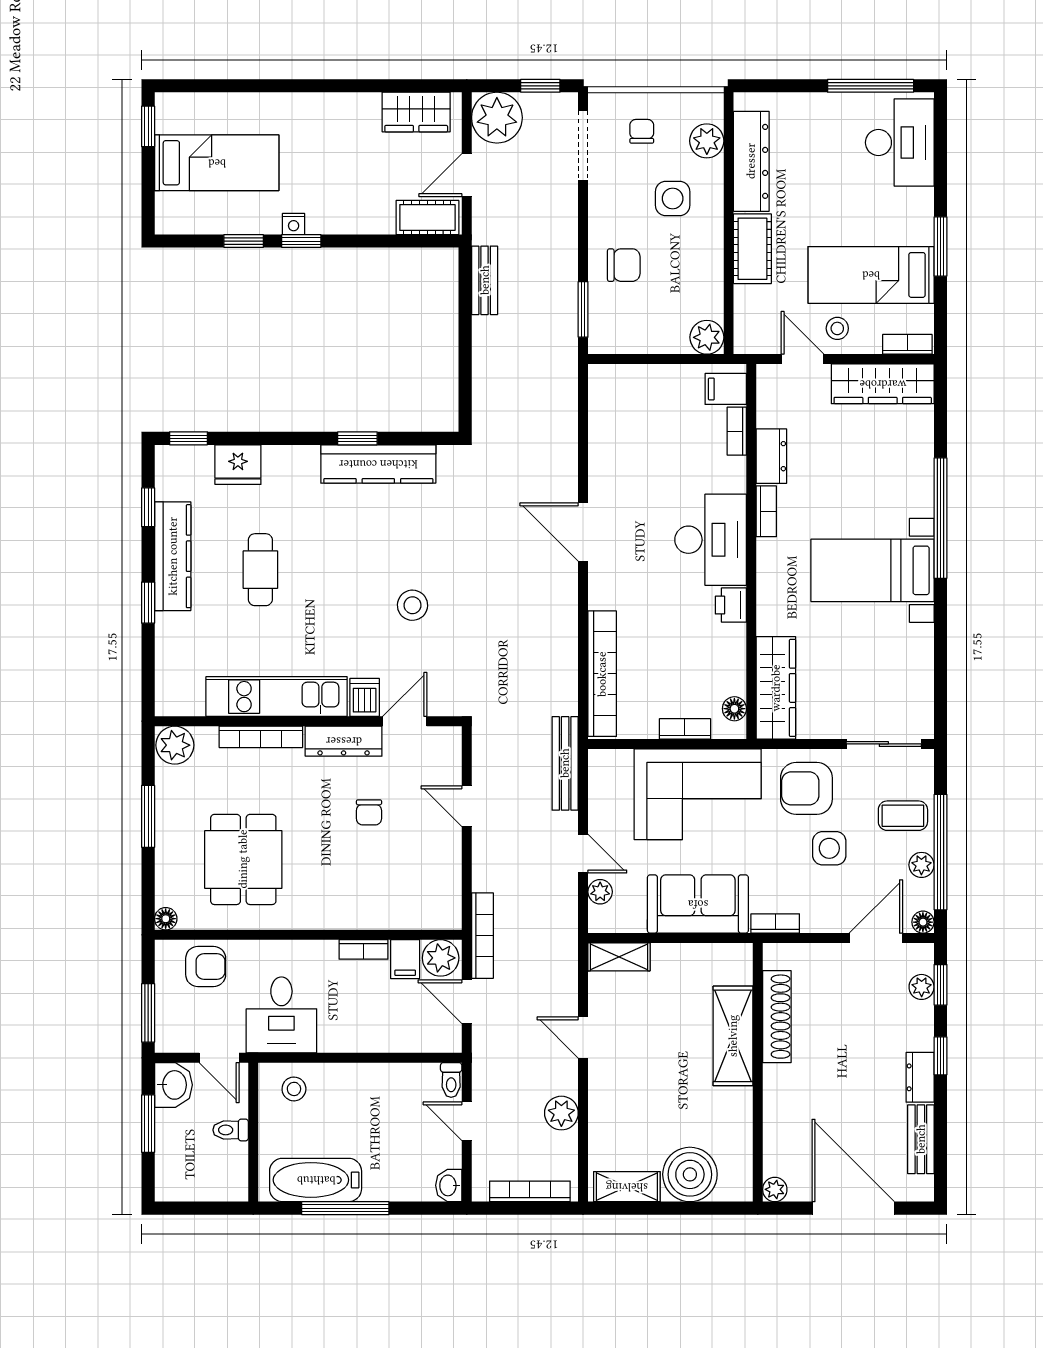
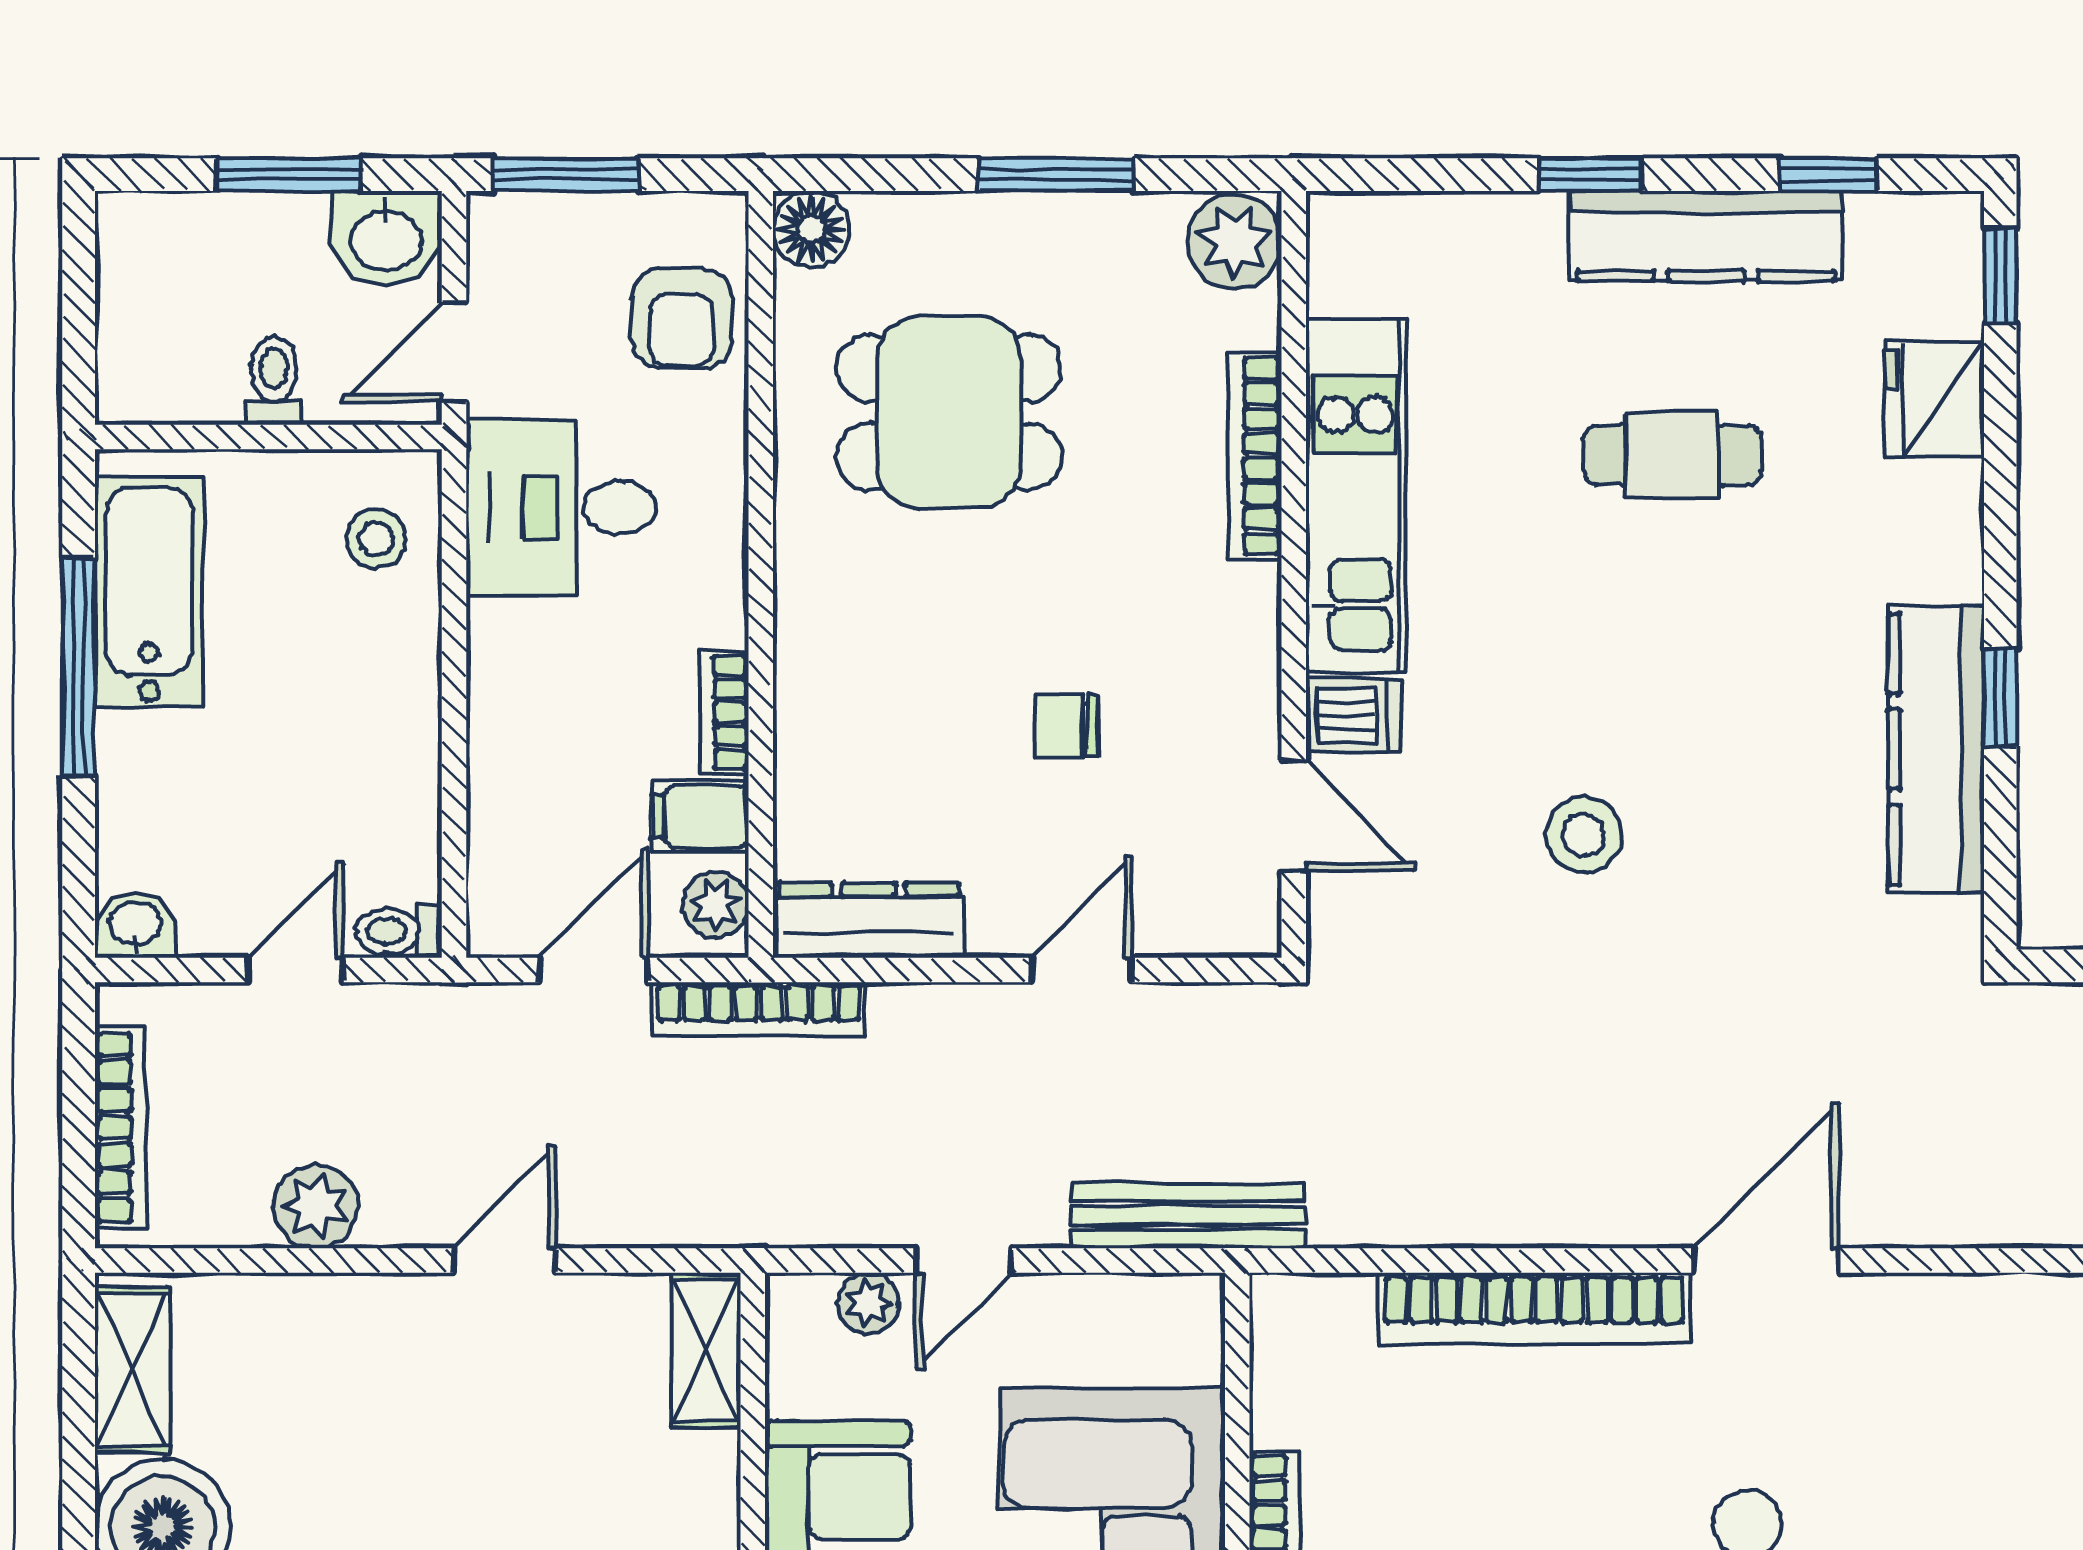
bookcase: (602, 674) -> (1534, 1308), moved
dresser: (344, 741) -> (869, 920), moved, turned 90
floor lamp: (166, 919) -> (811, 229), width x1.37, depth x1.37
plant: (441, 958) -> (716, 905), width x0.73, depth x0.73

